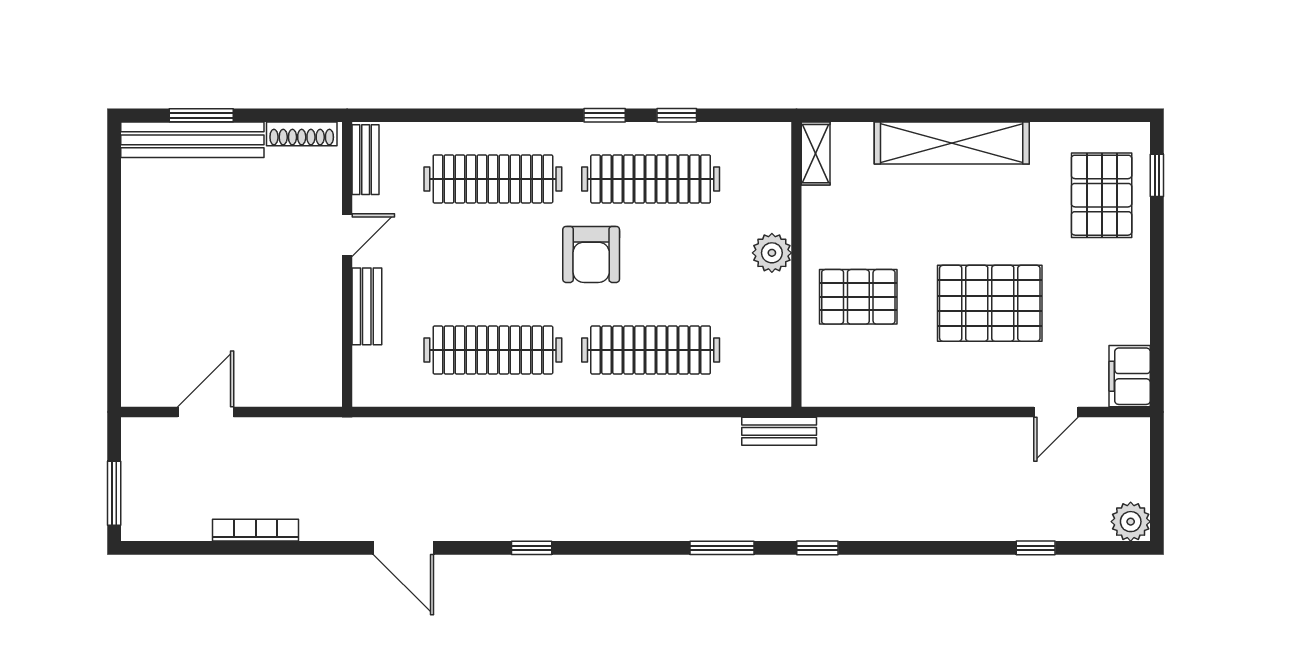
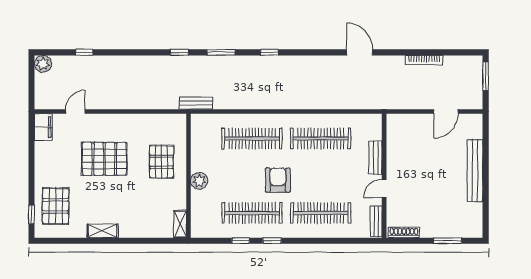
bench: (192, 140) -> (475, 170), moved, turned 90
shelving: (952, 143) -> (102, 231), width x0.45, depth x0.75
pallet: (858, 297) -> (162, 162), turned 90
window: (532, 548) -> (269, 52), moved

